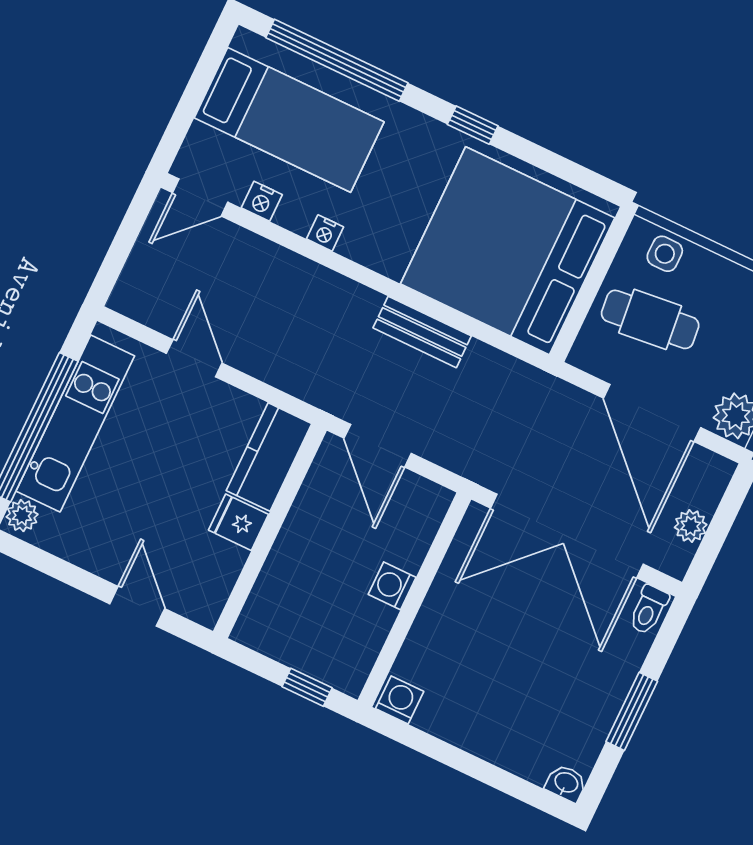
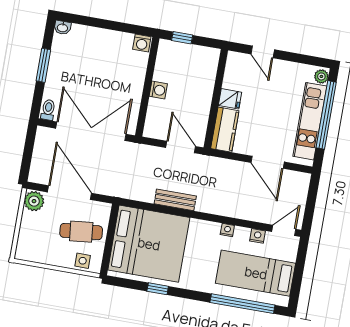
window: (473, 125) -> (158, 289), moved
door: (194, 358) -> (268, 162), width x1.37
plant: (691, 526) -> (40, 150), removed

